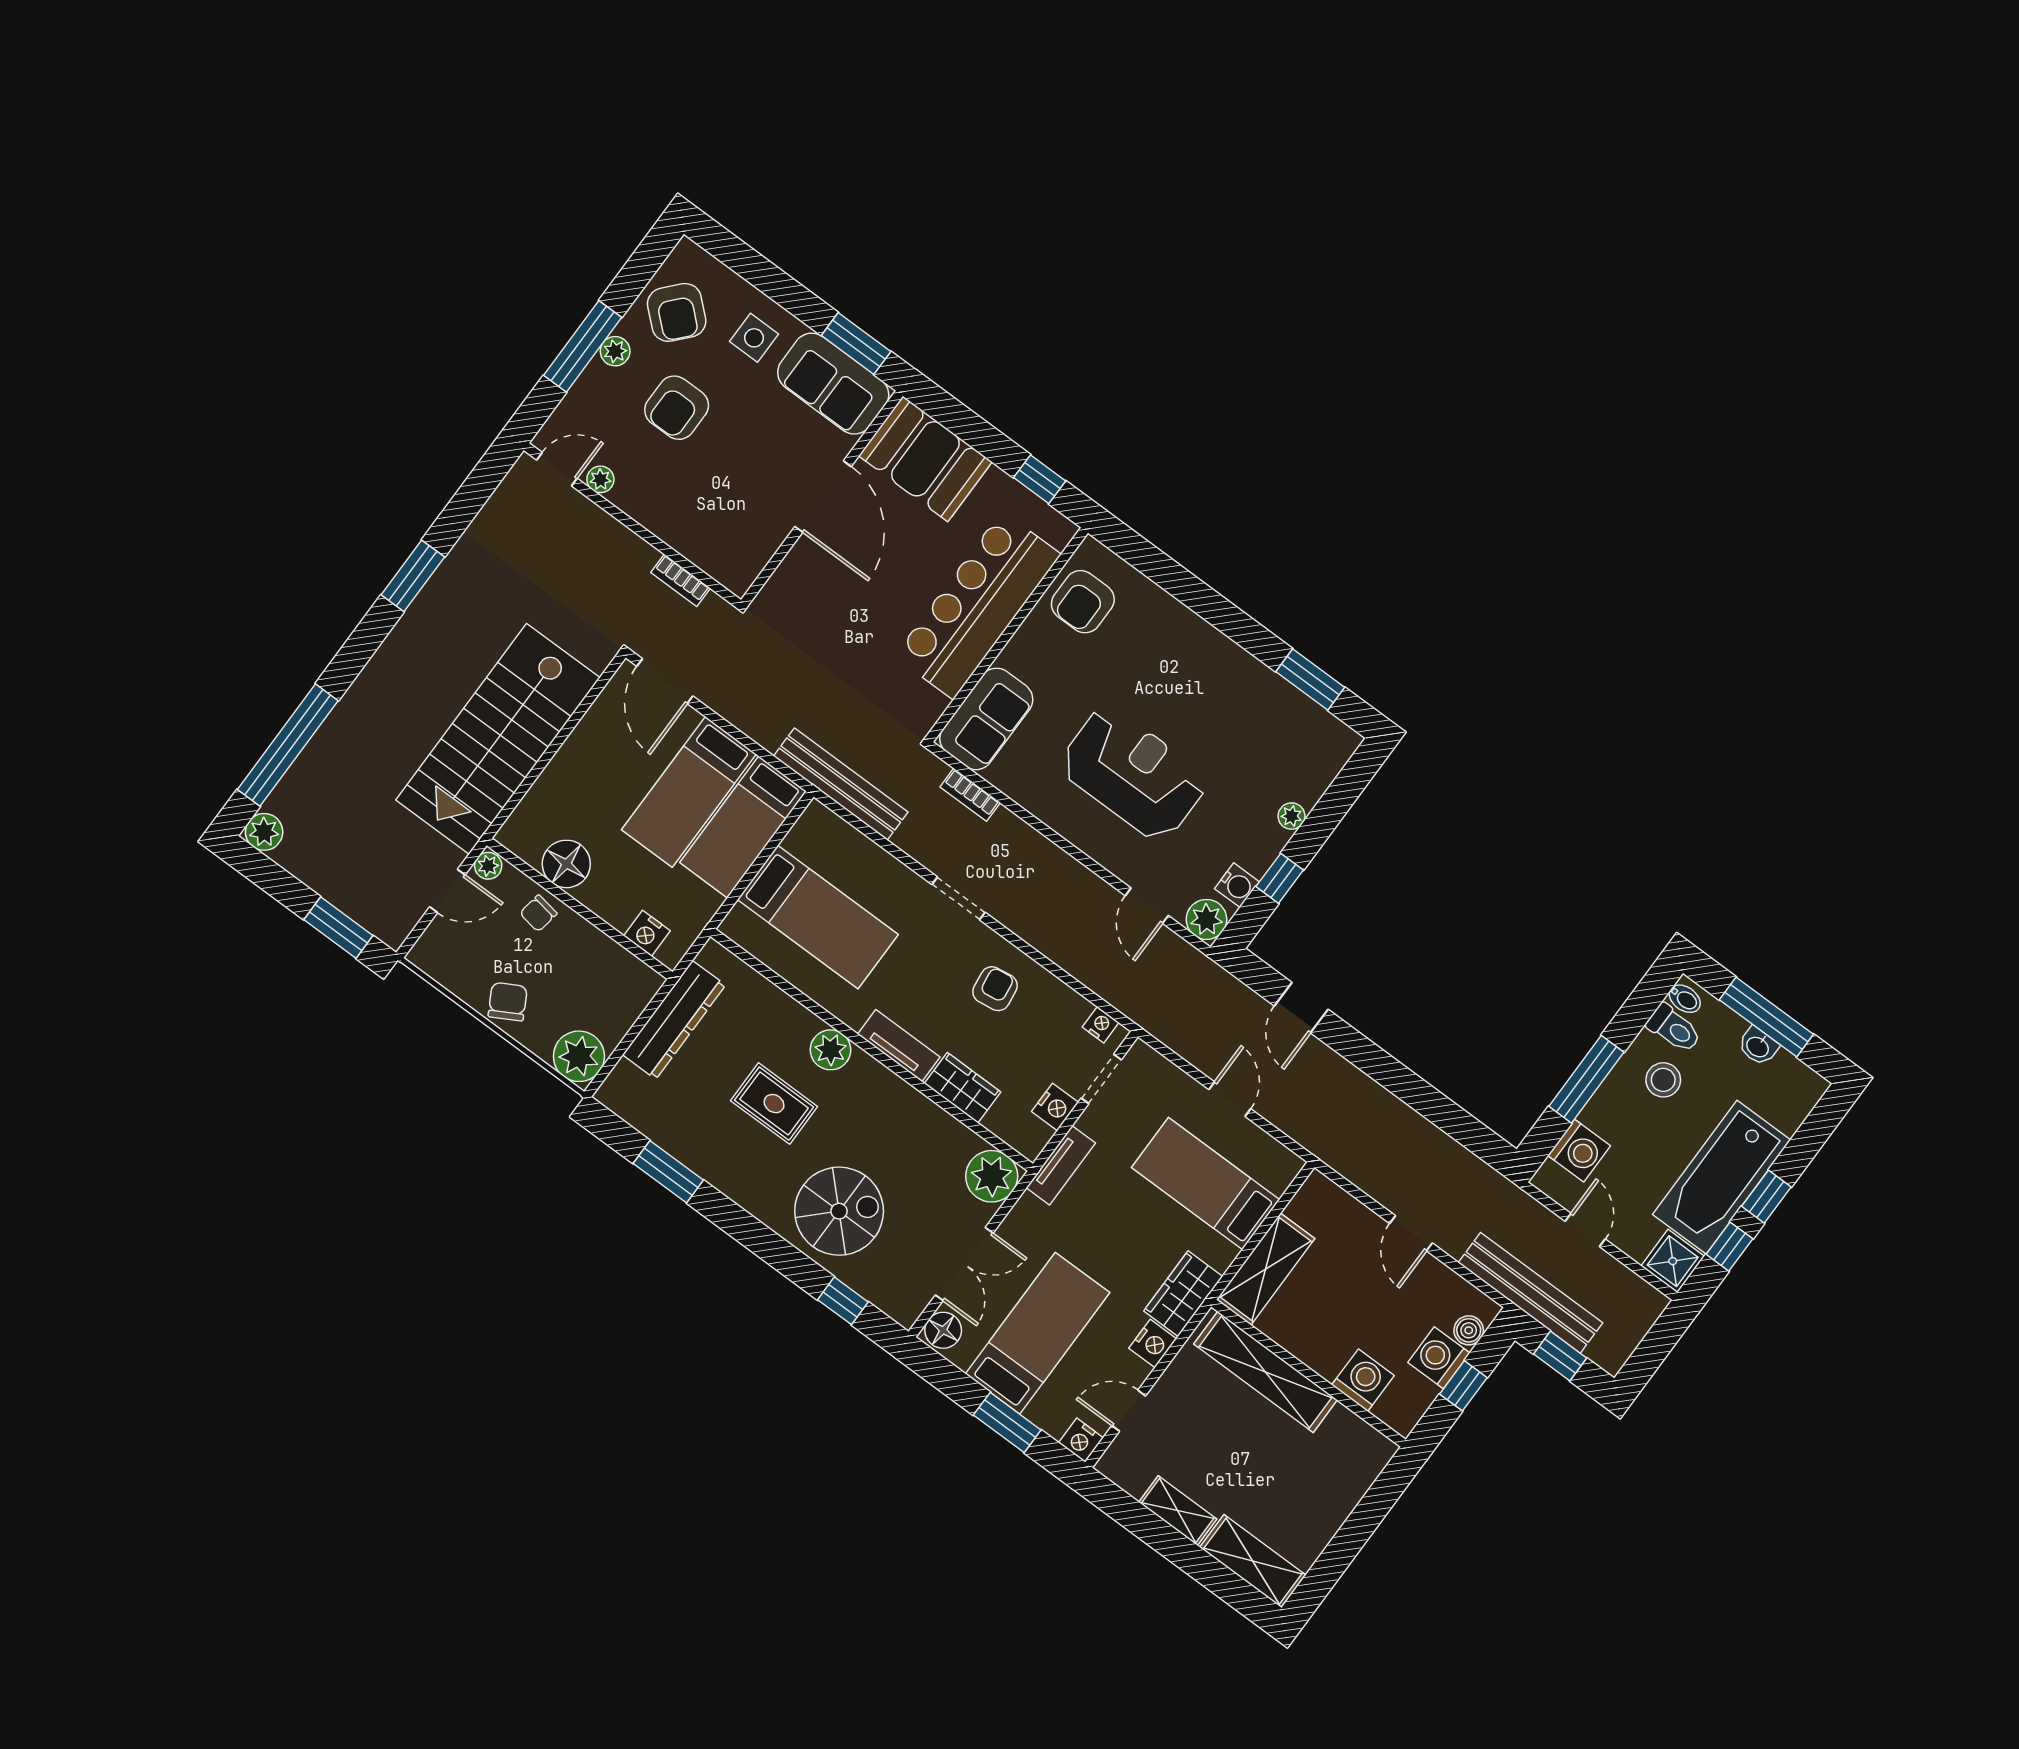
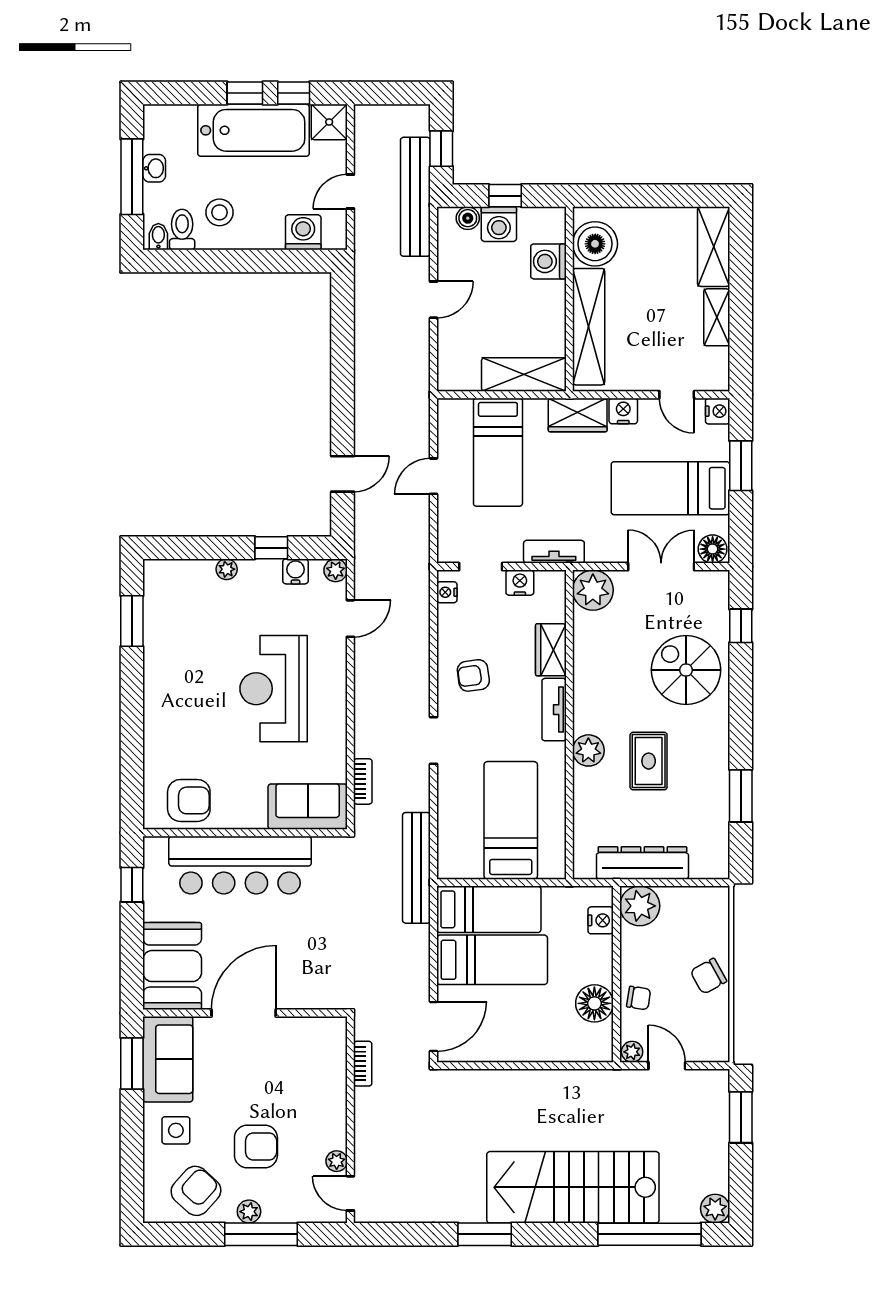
stairs: (498, 739) -> (573, 1187), moved, turned 180
plant: (1206, 919) -> (336, 570), width x0.73, depth x0.73
plant: (579, 1056) -> (640, 906), moved
window: (1586, 1079) -> (255, 261), removed
boiler: (1346, 1441) -> (595, 244), added

